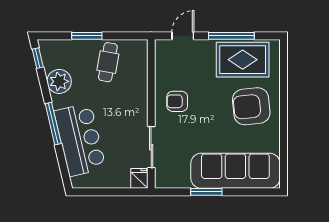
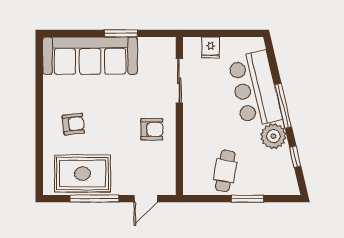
window: (38, 58) -> (295, 157), moved
plant: (59, 81) -> (273, 136), moved
armchair: (251, 106) -> (73, 124), width x0.53, depth x0.53
fridge: (139, 178) -> (211, 48), moved

